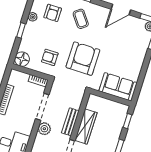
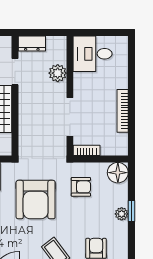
plant: (33, 17) -> (122, 214), moved
bench: (70, 122) -> (25, 109), removed
plant: (44, 129) -> (58, 73), moved

